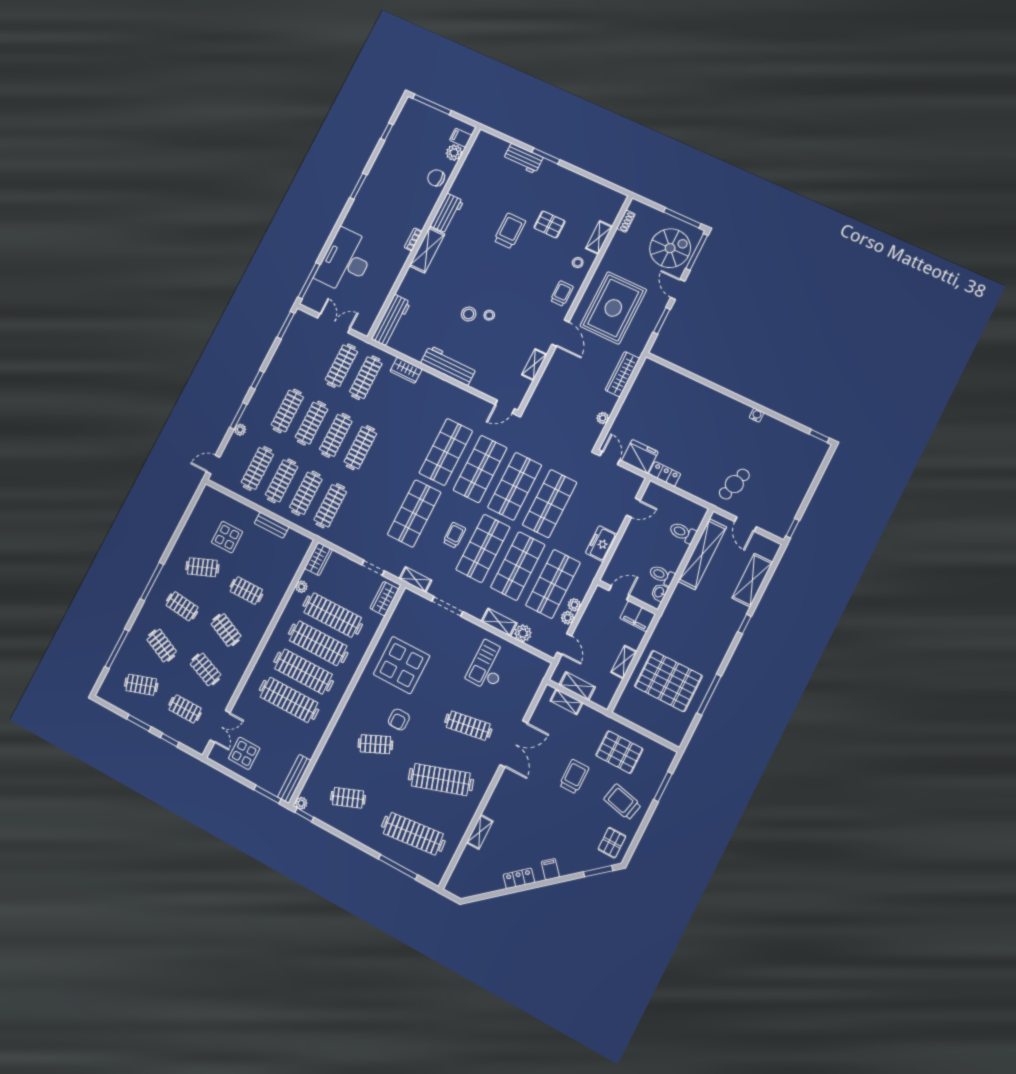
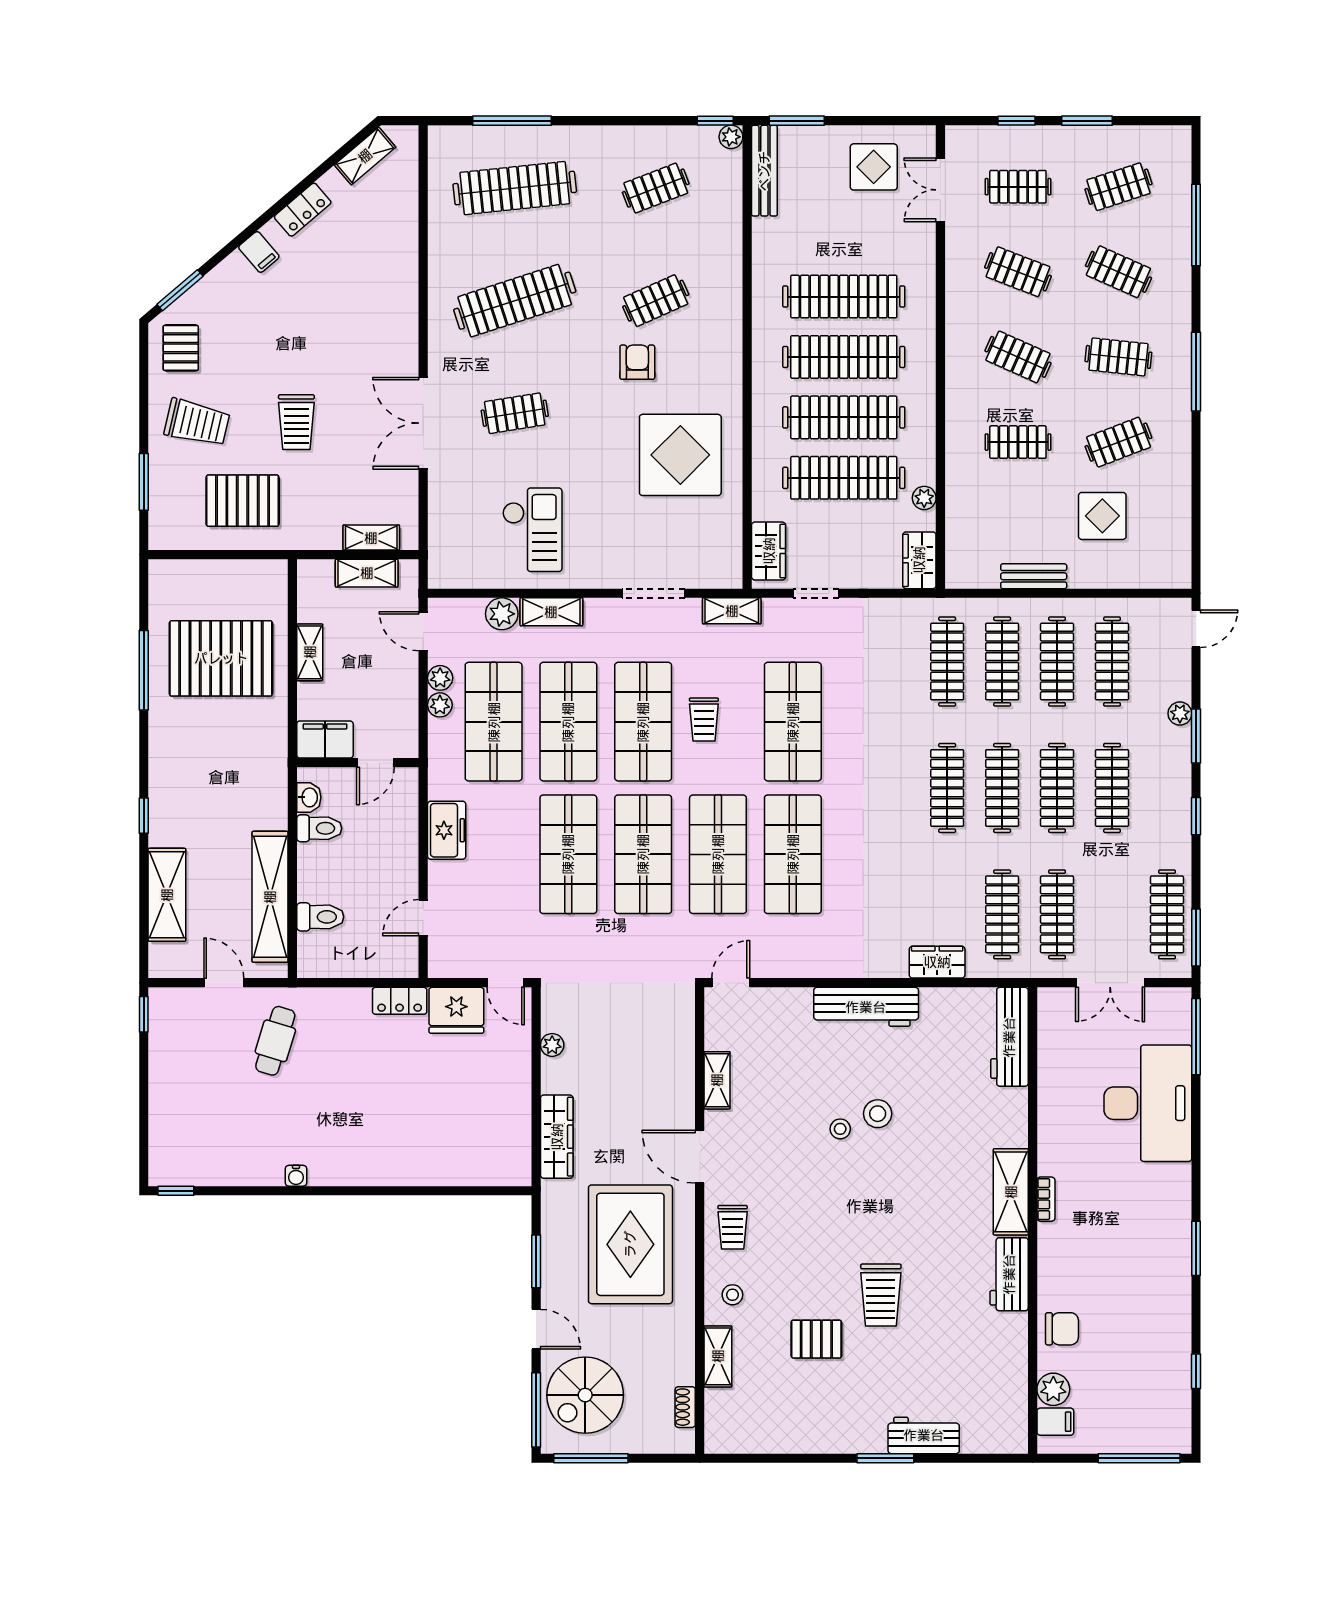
clothes rail: (293, 342) -> (1167, 914), added
clothes rail: (468, 726) -> (515, 413), width x0.73
shelving: (480, 832) -> (365, 156), moved, turned 50

